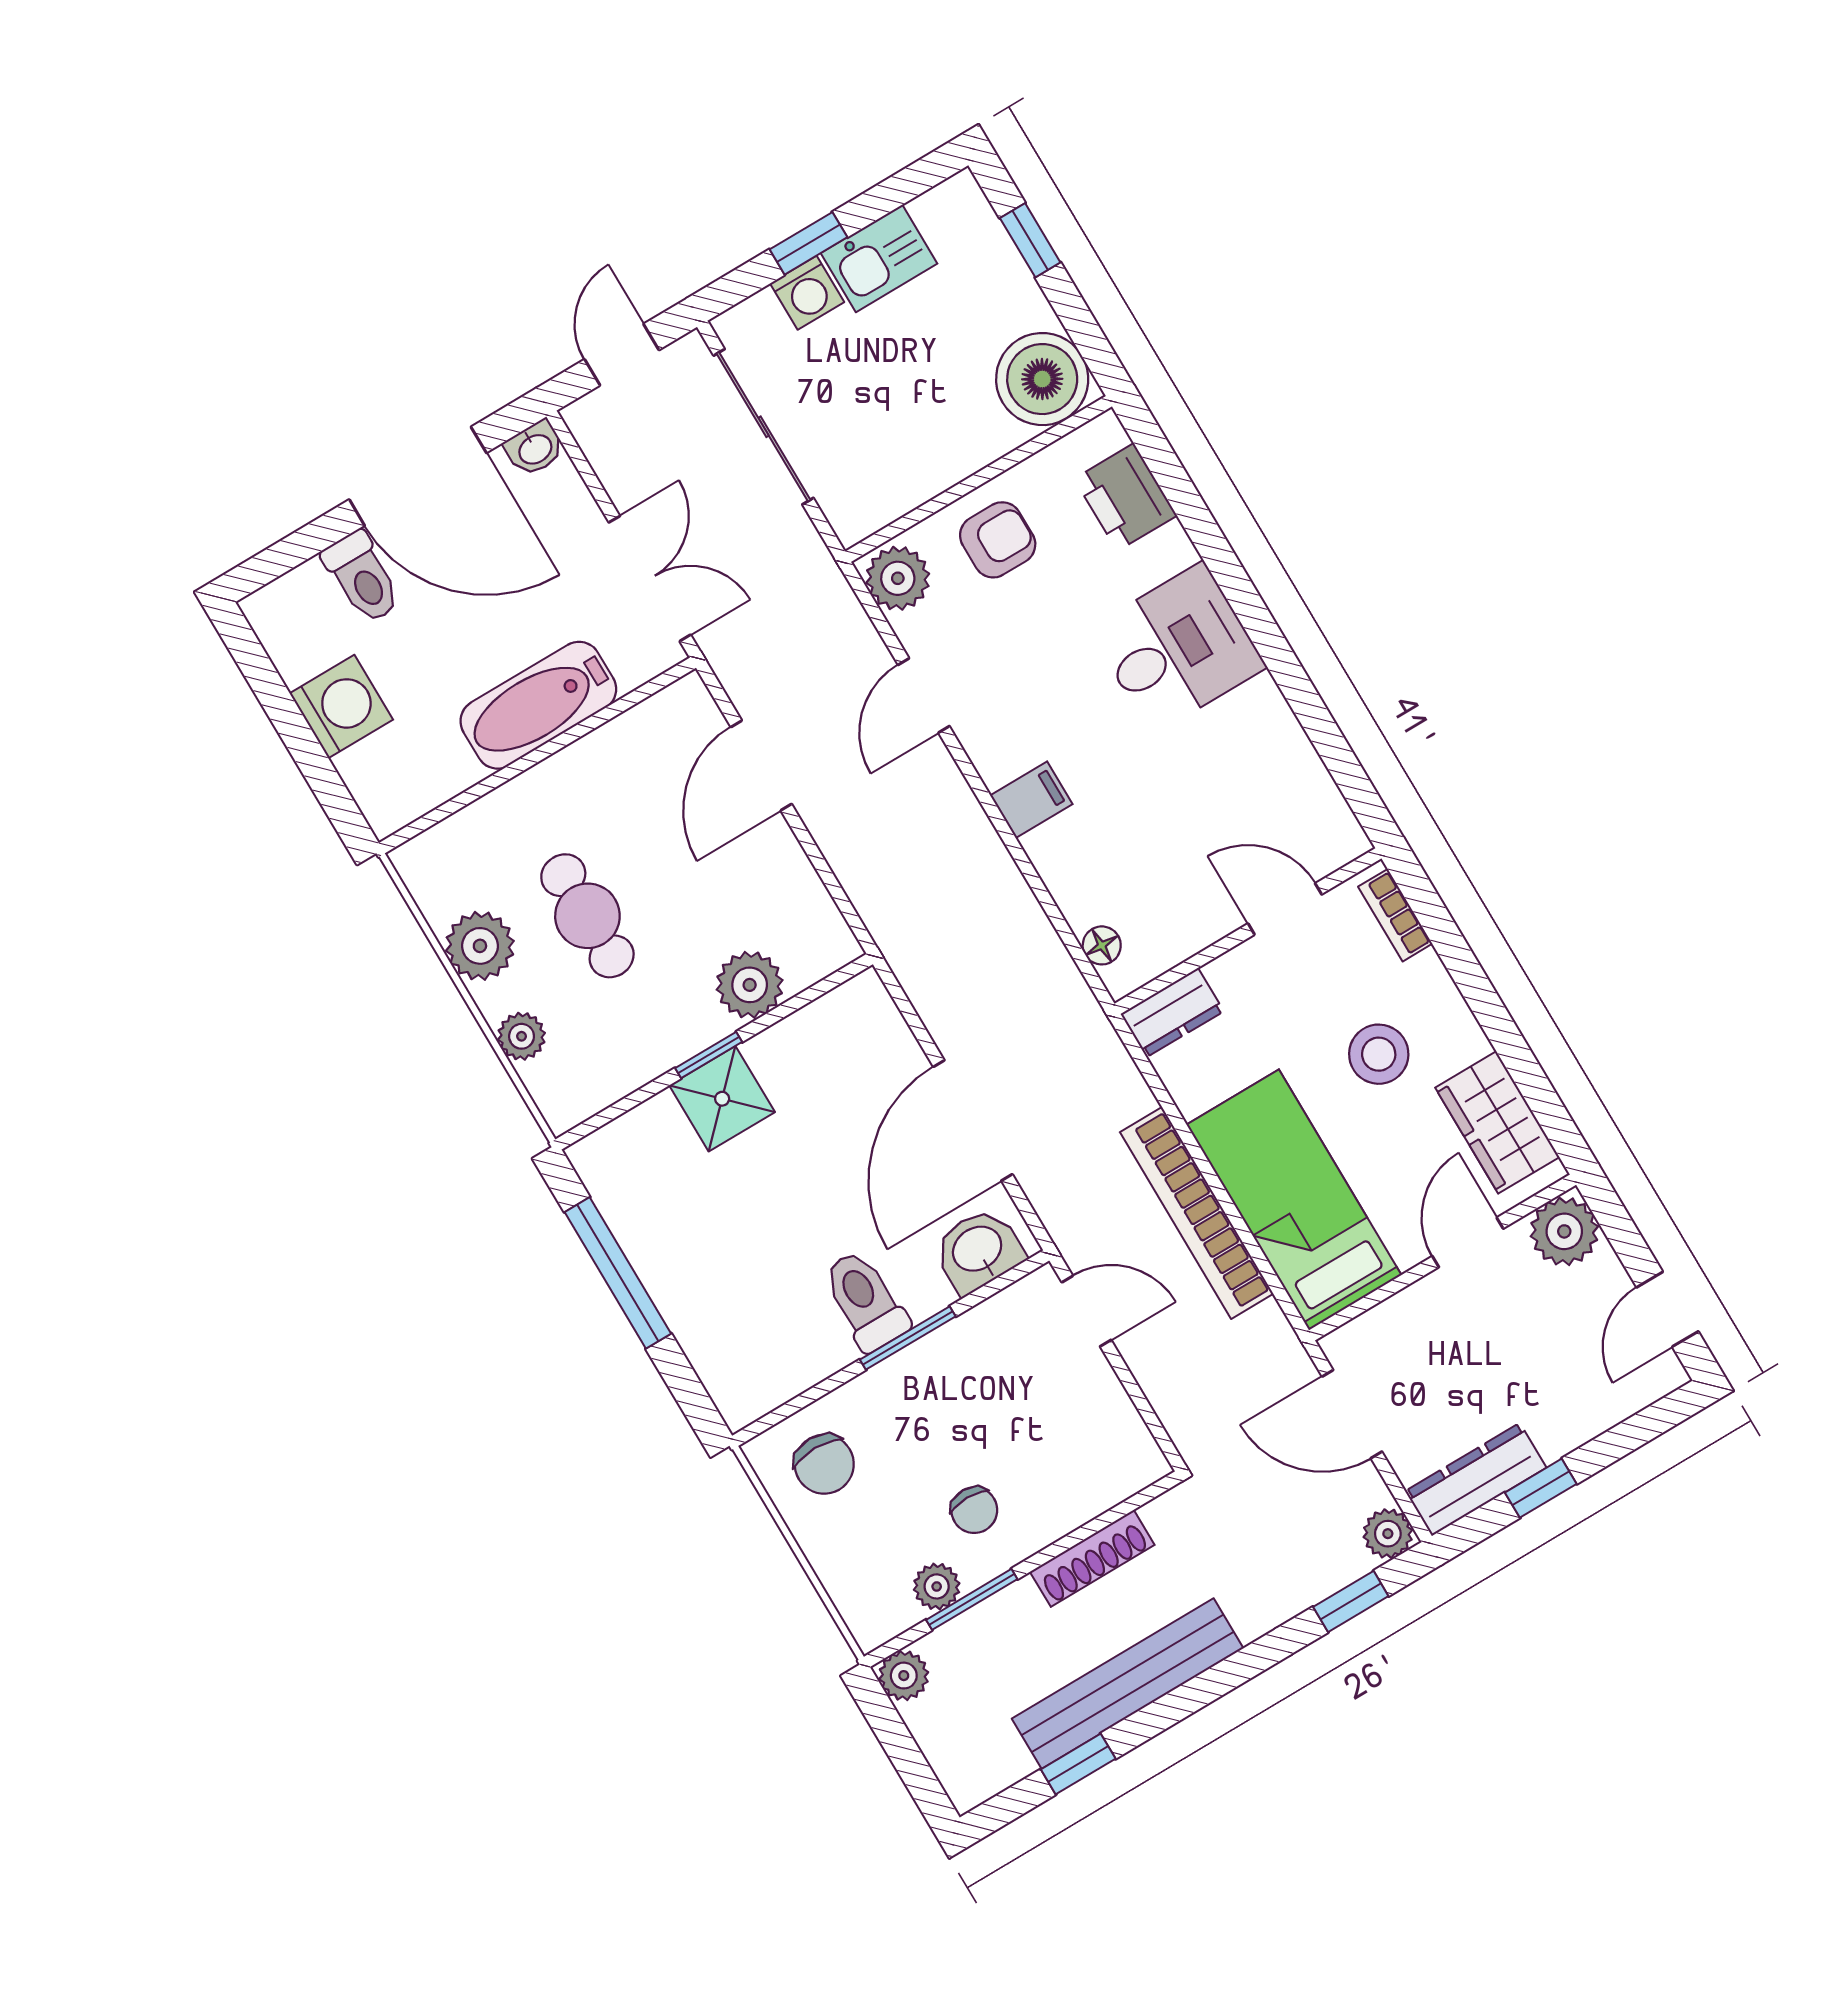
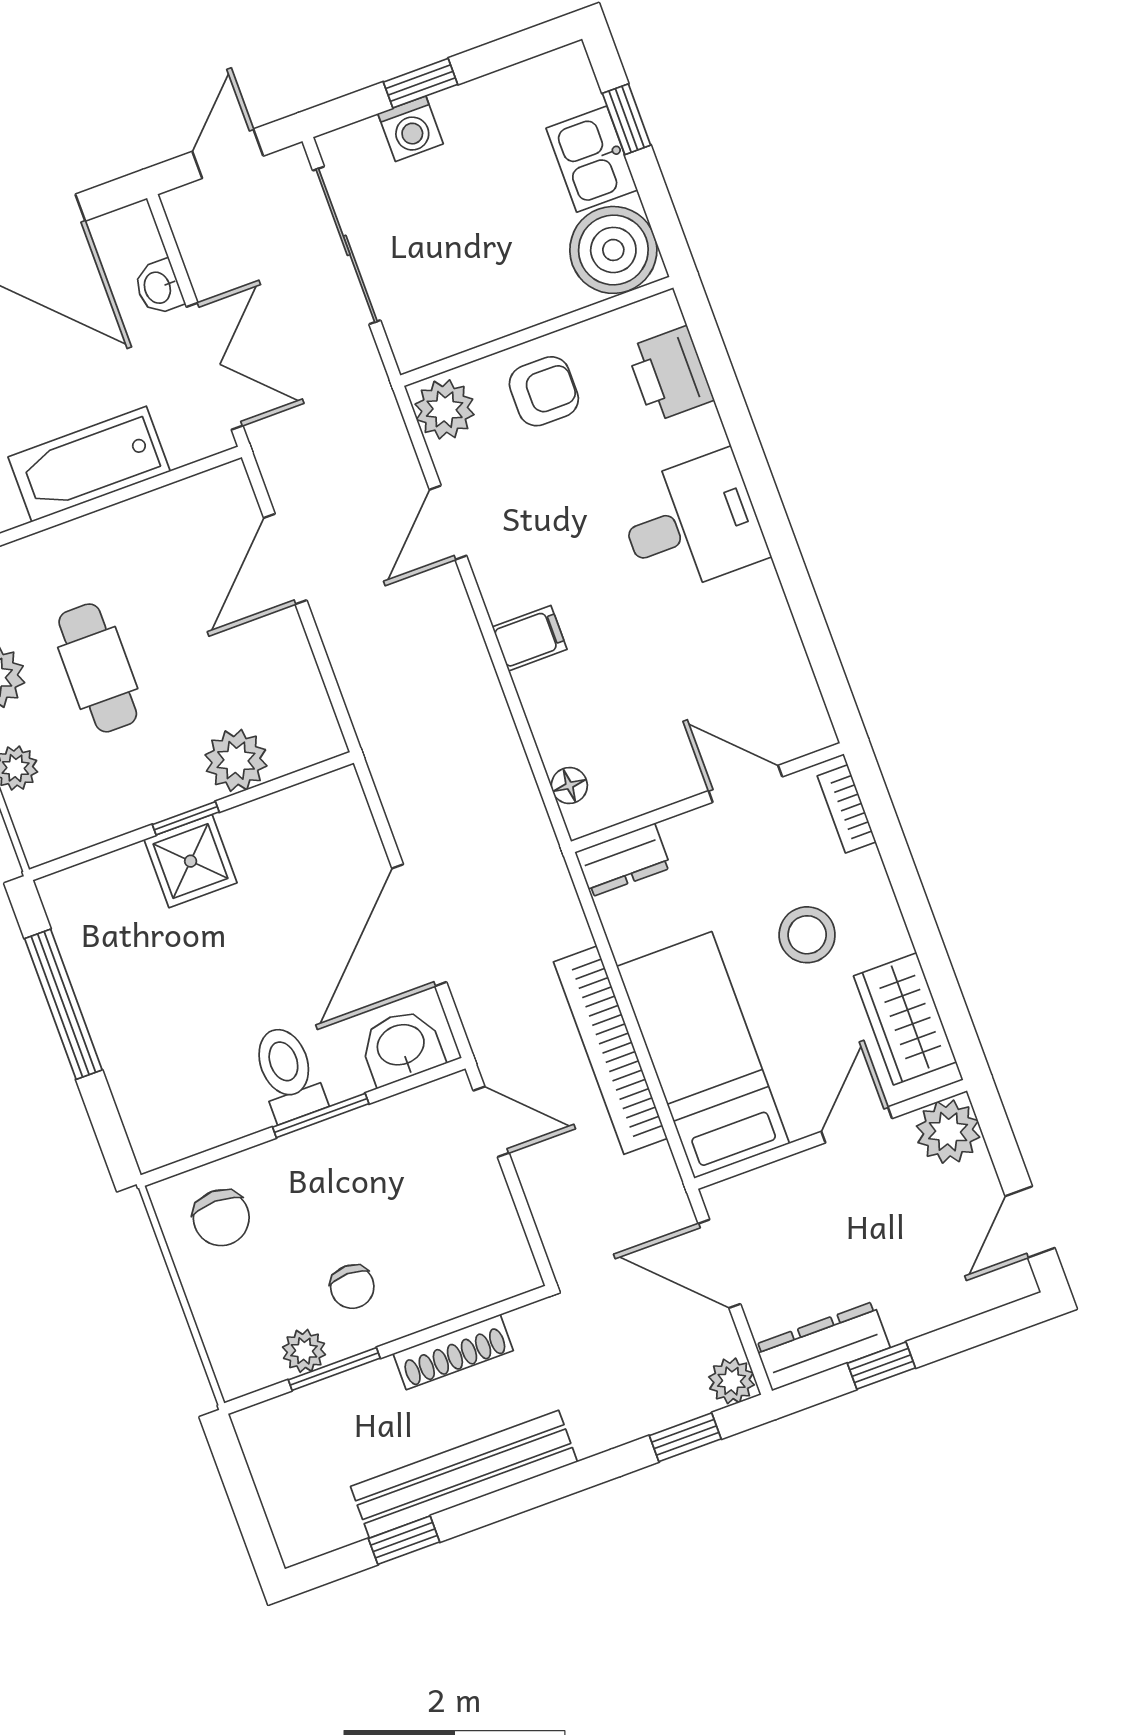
kitchen sink: (879, 258) -> (592, 159), moved, turned 90
washbasin: (535, 448) -> (158, 287), moved, turned 90
plant: (904, 1676) -> (258, 1428), removed

